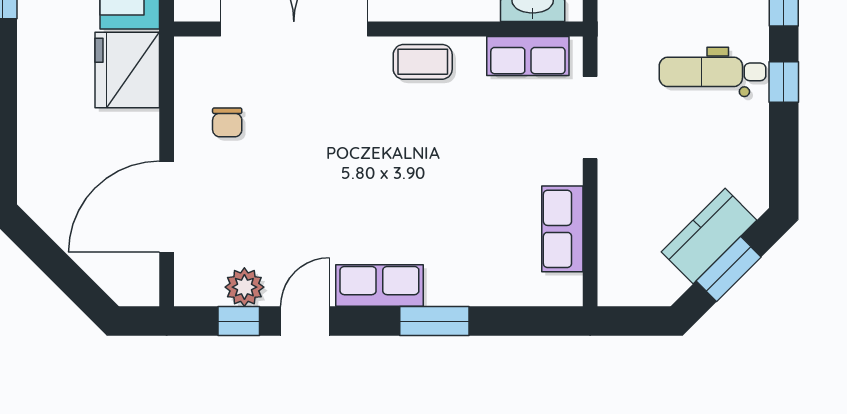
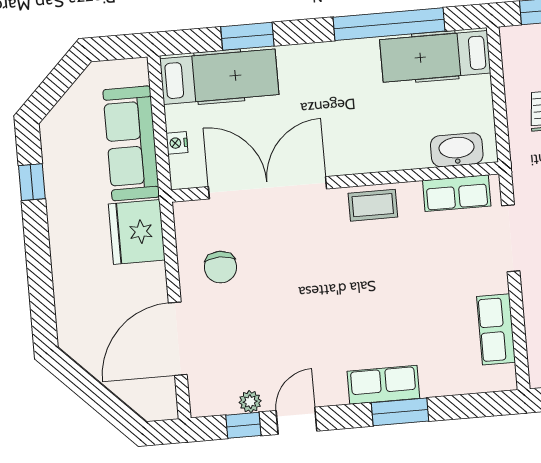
chair: (227, 122) -> (220, 267), width x1.37, depth x1.37
row of seats: (379, 286) -> (383, 385), moved
plant: (244, 287) -> (250, 402), width x0.73, depth x0.73

